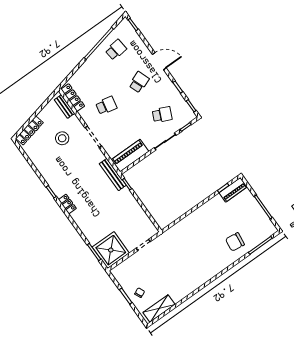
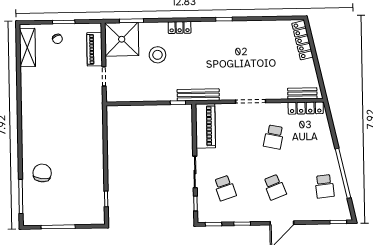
school desk: (162, 115) -> (225, 188), turned -42
stool: (62, 138) -> (157, 55), moved
piano: (233, 190) -> (95, 49), moved
locker: (67, 204) -> (180, 27), moved

